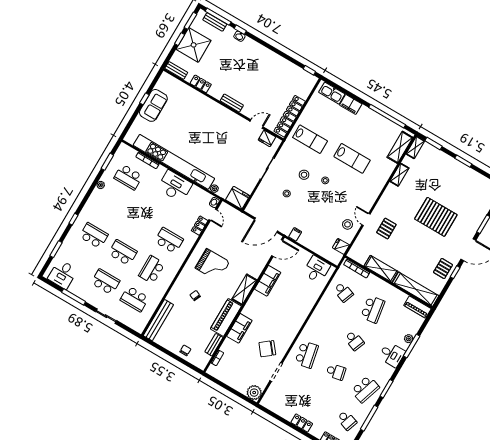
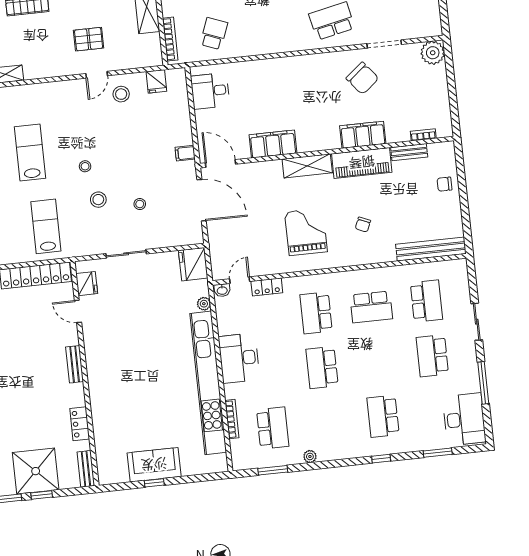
school desk: (123, 253) -> (322, 367), moved
desk: (63, 274) -> (464, 419), width x1.37

